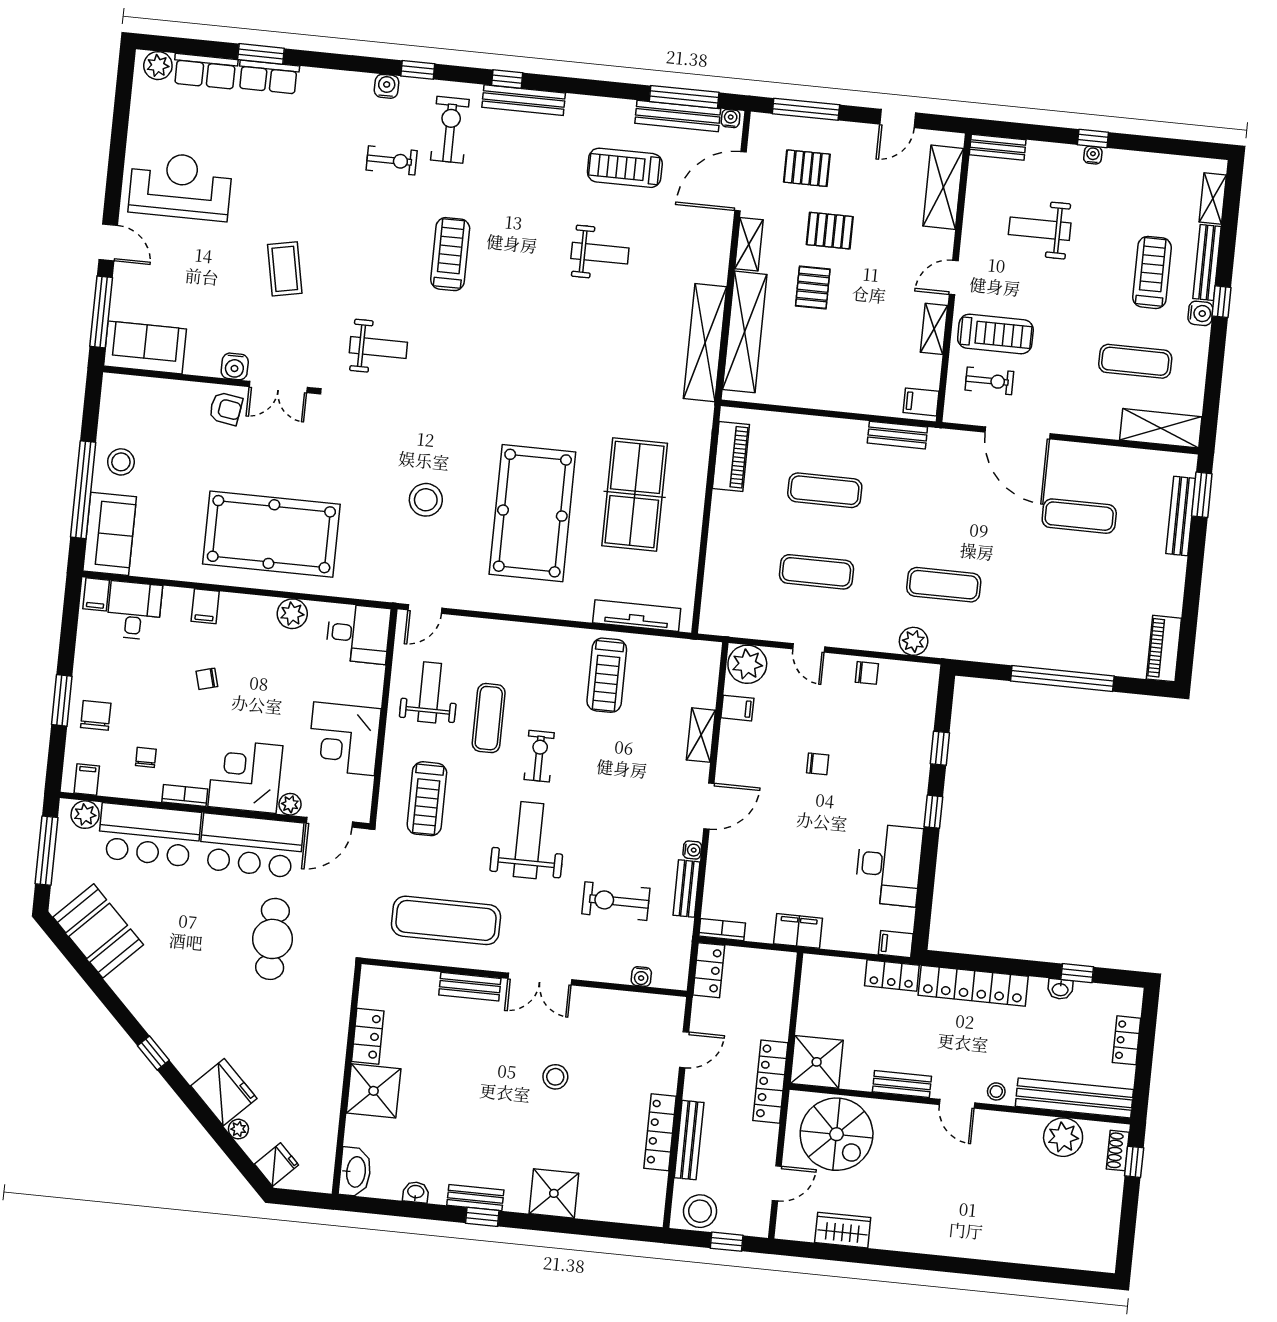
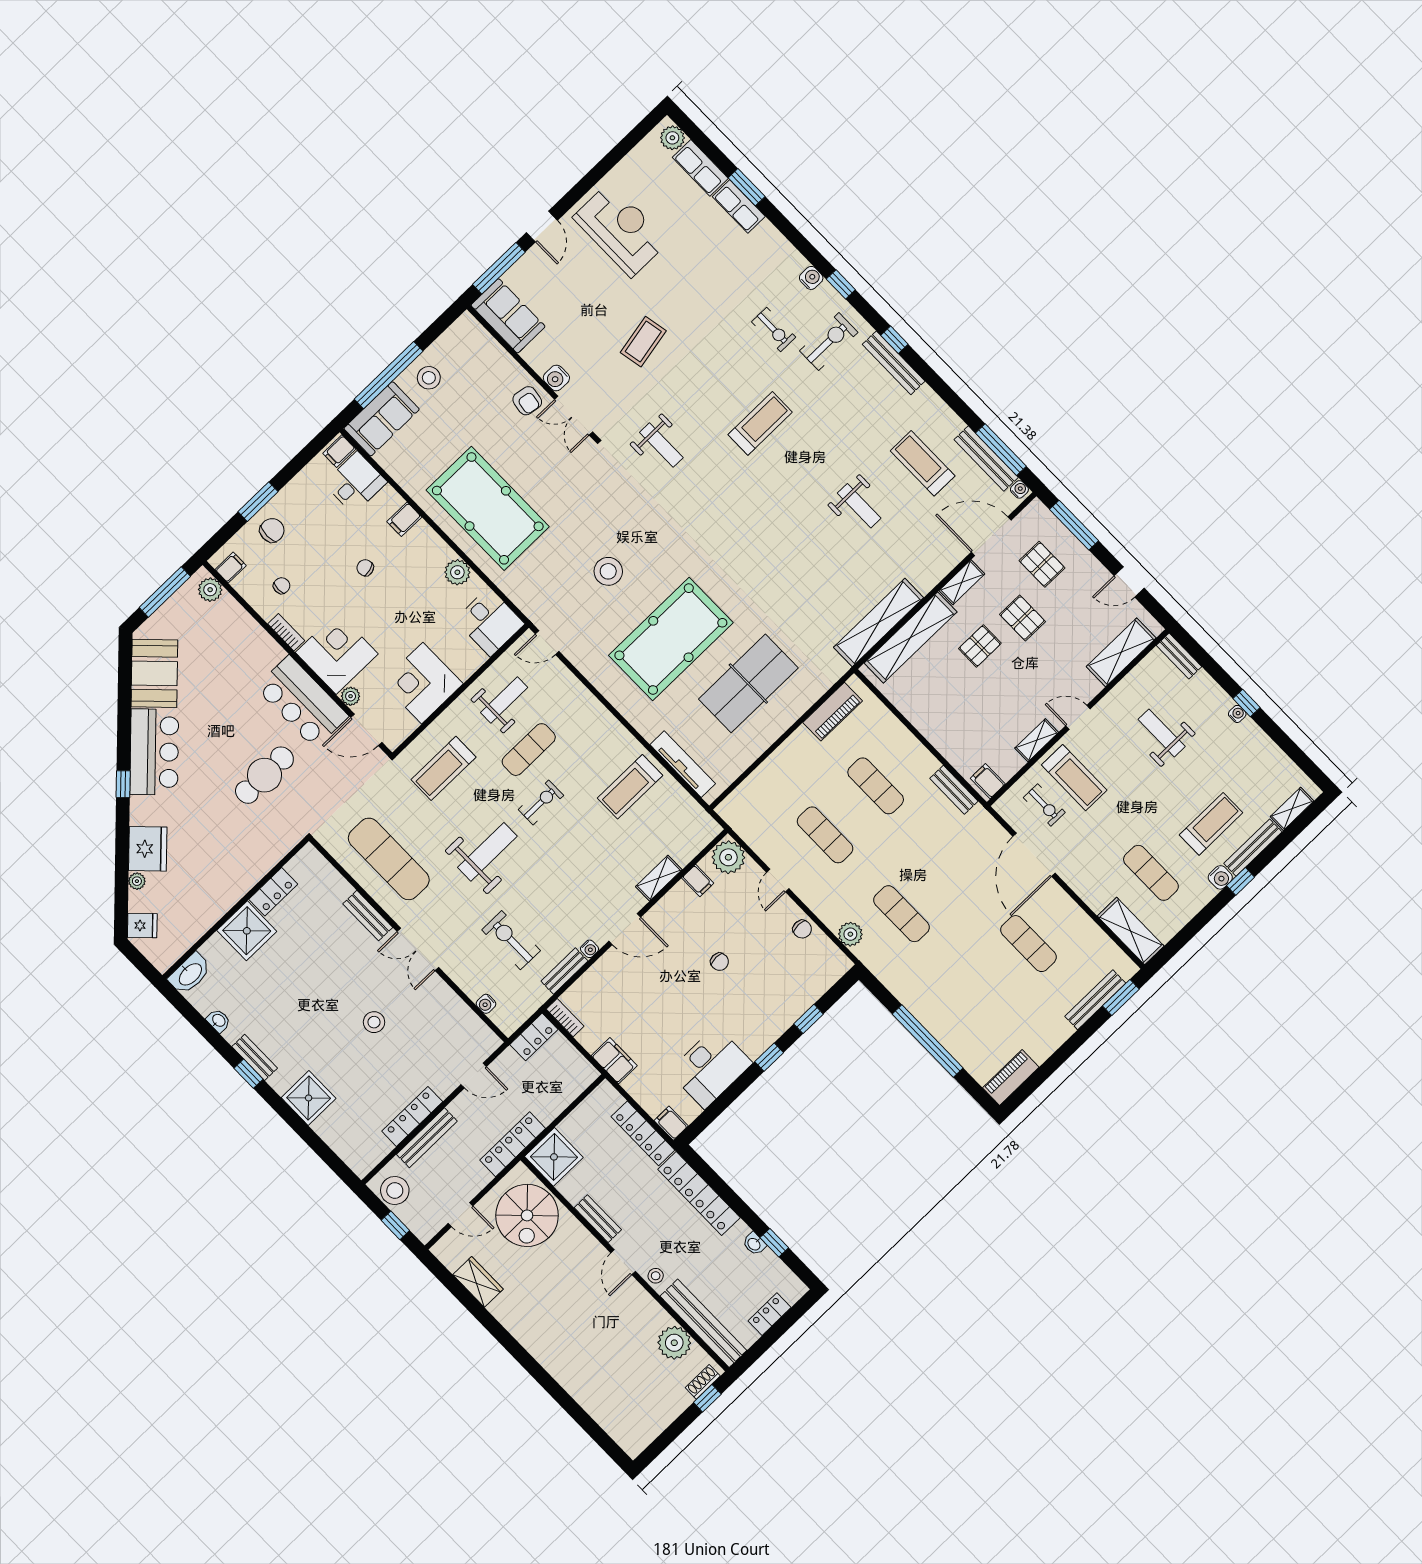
bar counter: (149, 835) -> (154, 752), moved, turned -135
locker: (892, 975) -> (643, 1133), width x1.53

